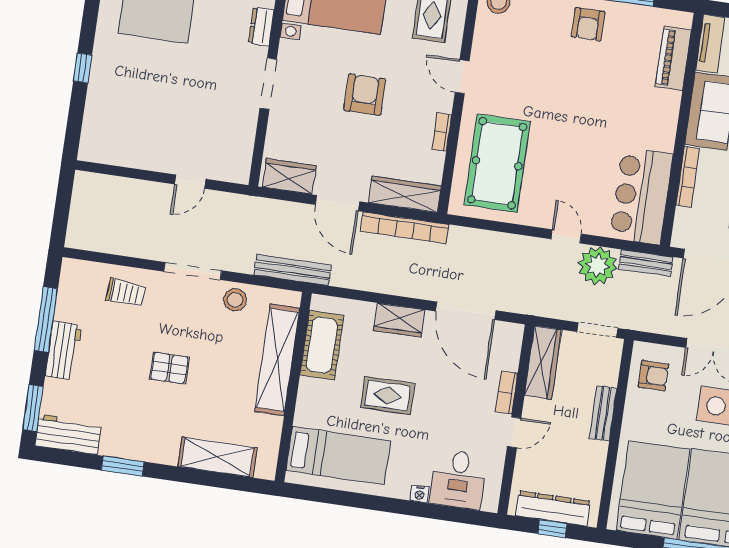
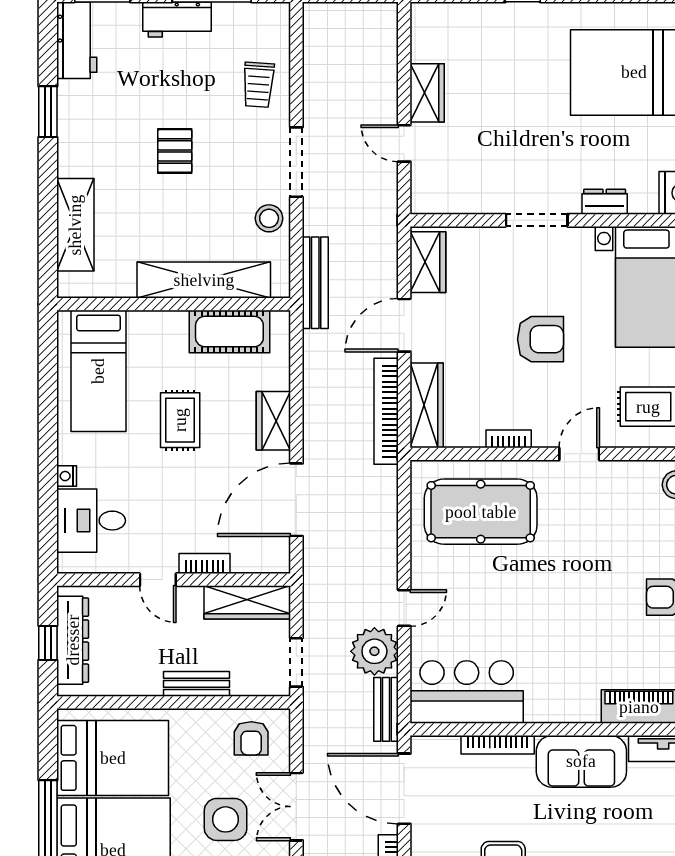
wardrobe: (152, 157) -> (427, 93), added

